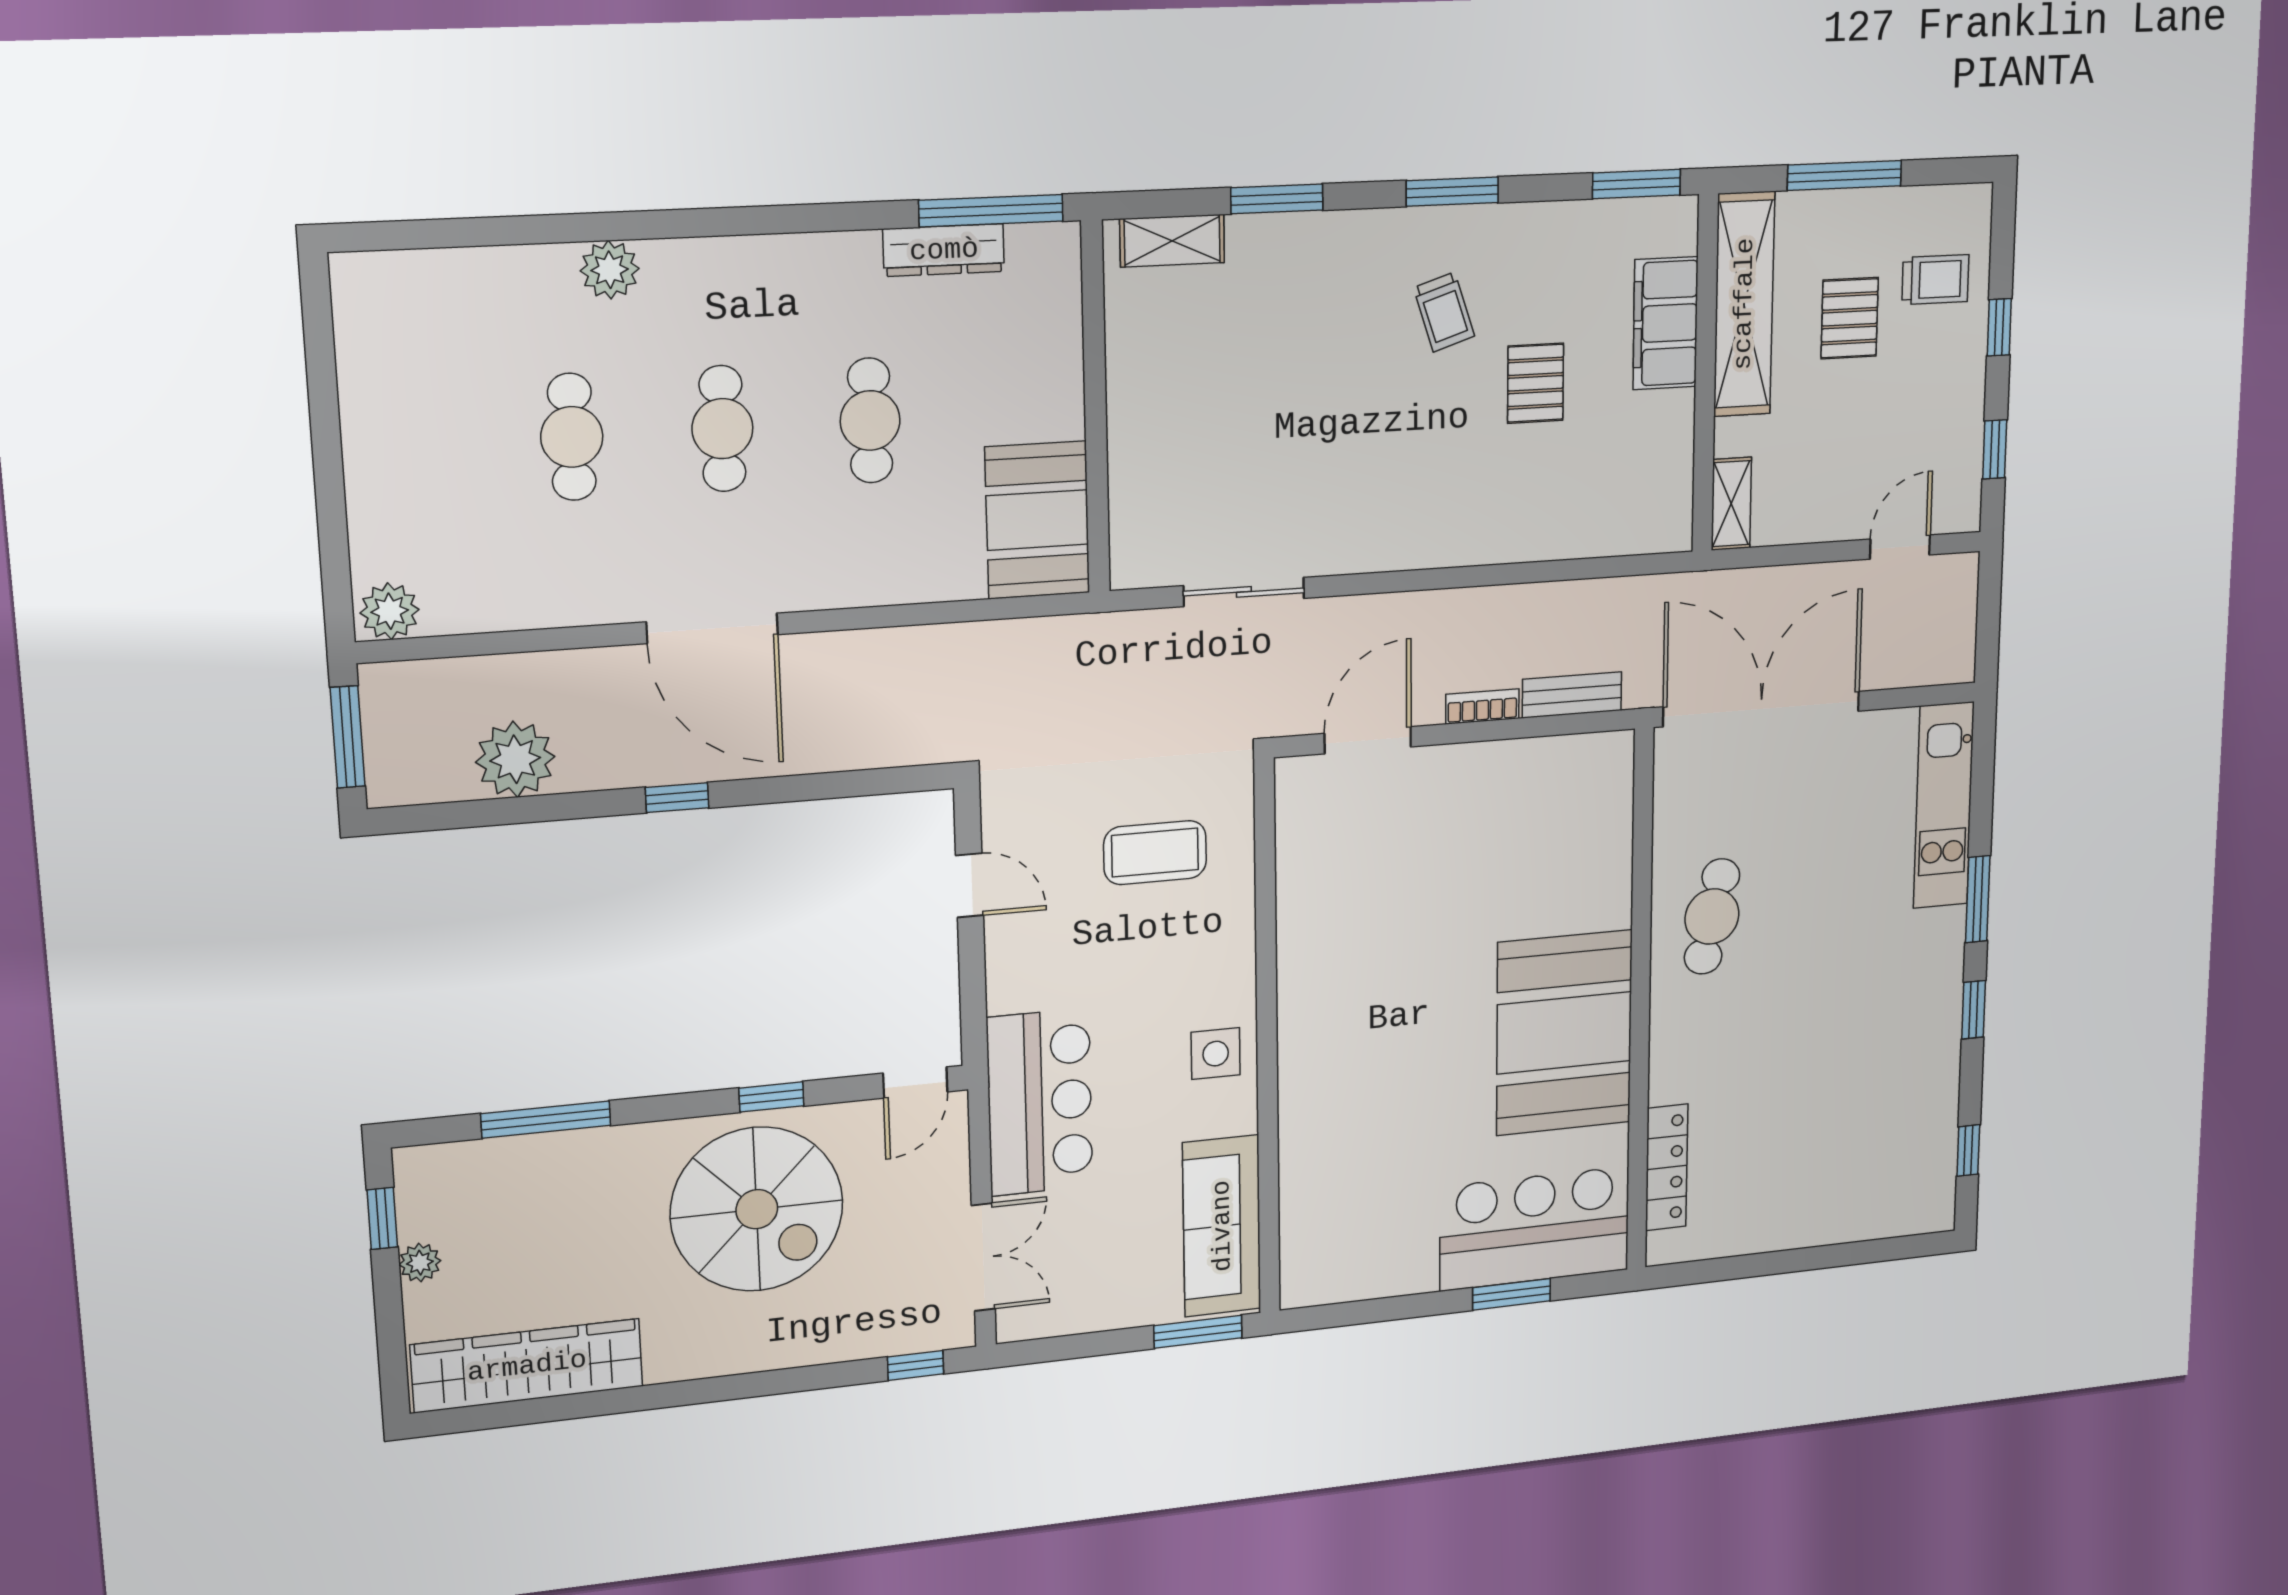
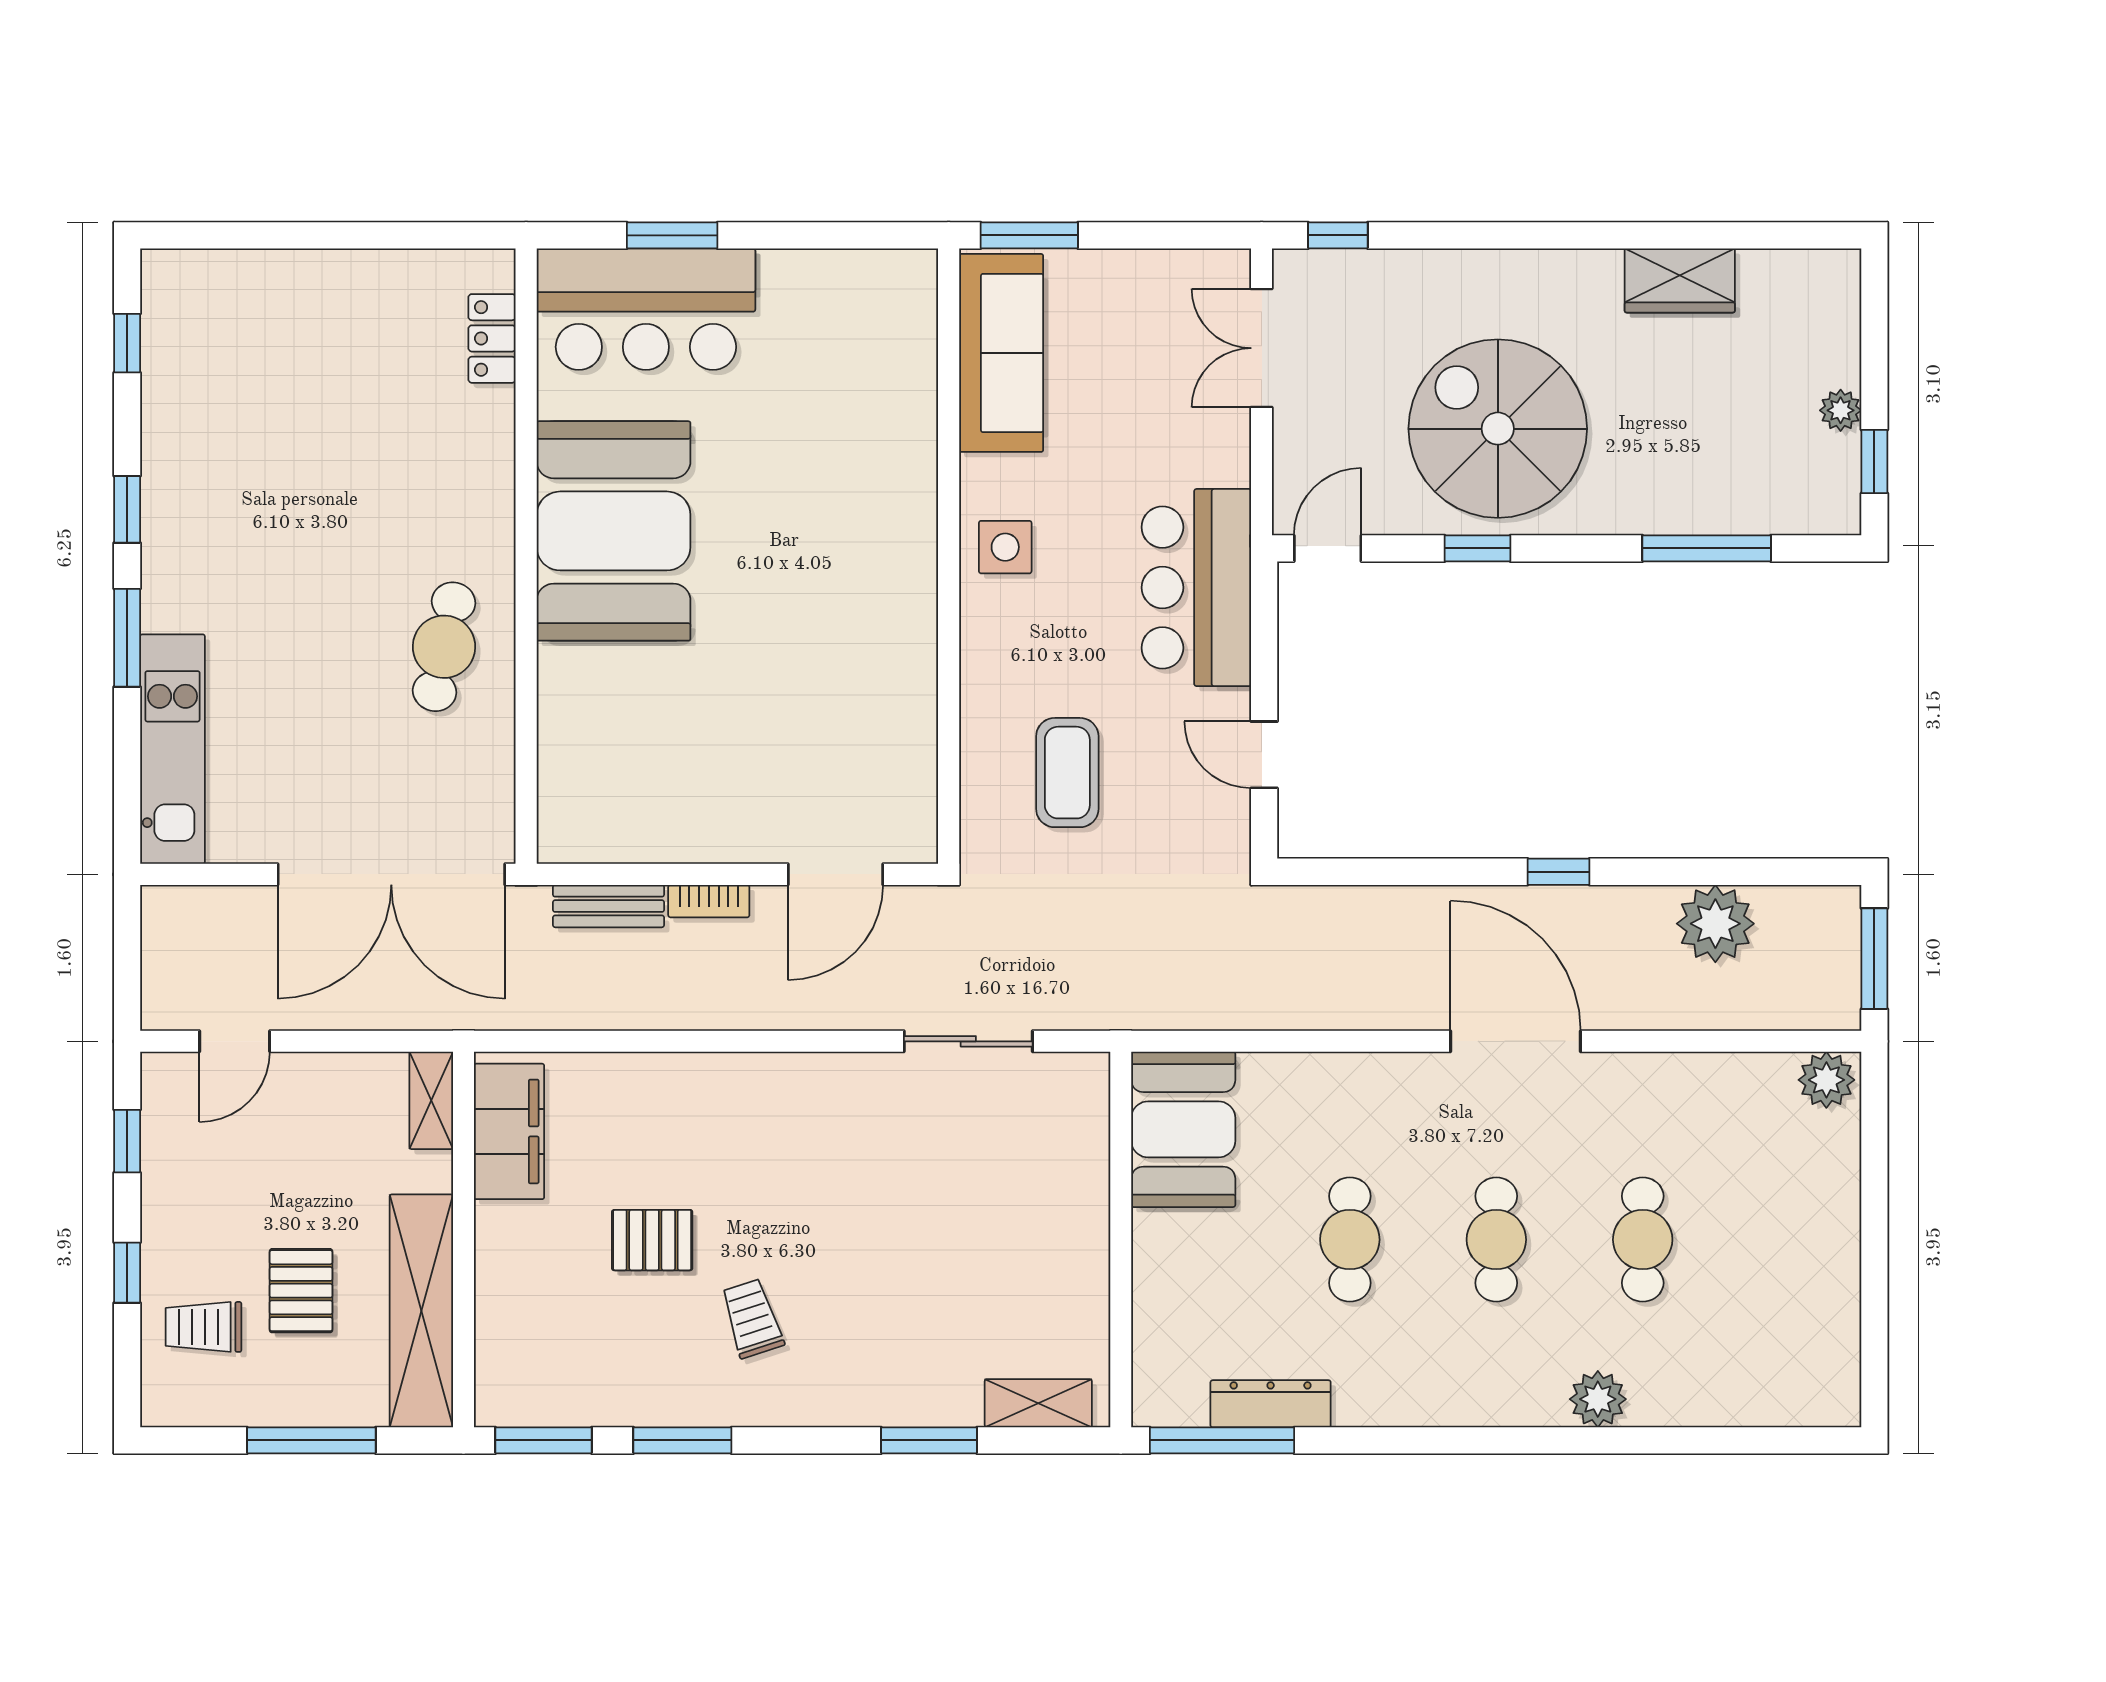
window: (1452, 192) -> (682, 1440), moved
filing cabinet: (1665, 323) -> (509, 1131), moved
pallet: (1536, 383) -> (652, 1240), turned 90
coffee table: (1155, 853) -> (1067, 773), turned 90
bar counter: (1040, 1102) -> (1196, 588), moved
locker: (1667, 1167) -> (492, 338), width x0.66
wardrobe: (527, 1366) -> (1680, 280), width x0.48, depth x0.85

